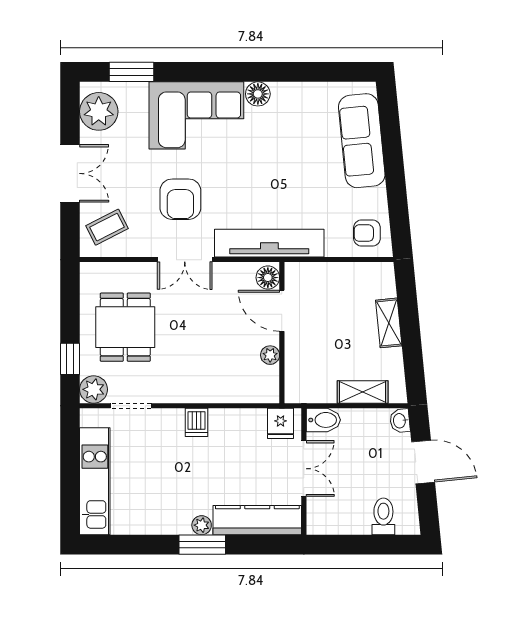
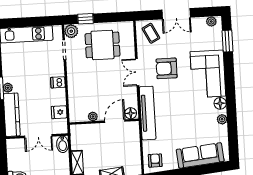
plant: (291, 92) -> (222, 119), added
plant: (99, 111) -> (211, 22), width x0.53, depth x0.53
fridge: (281, 423) -> (59, 112), moved

